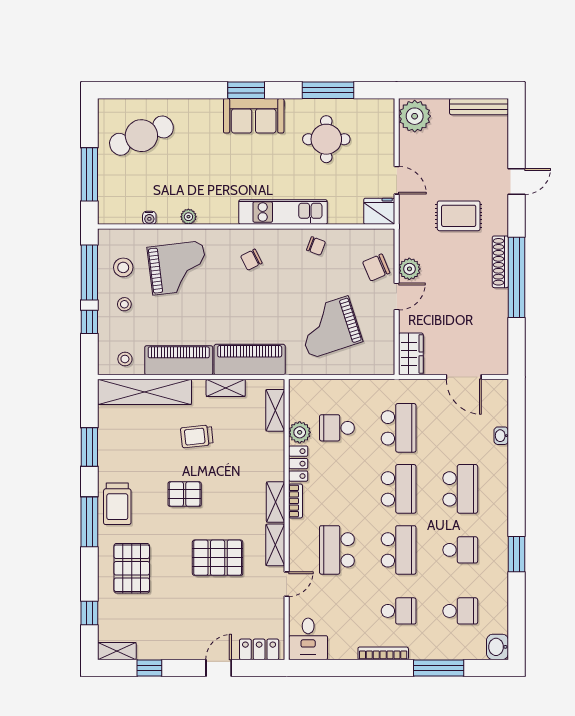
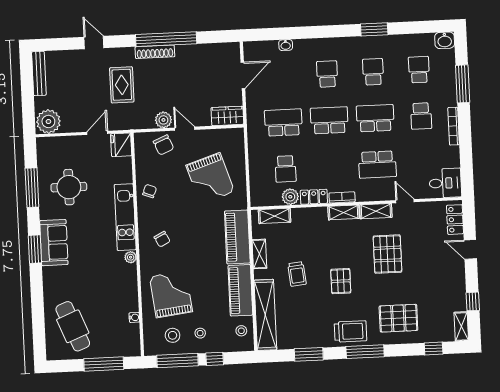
plant: (188, 217) -> (131, 257), moved
school desk: (460, 489) -> (327, 74), width x0.54
school desk: (399, 611) -> (421, 116), turned 180

